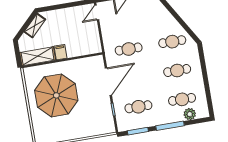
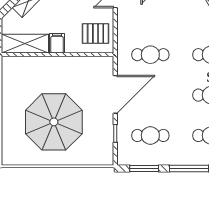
pallet: (87, 41) -> (95, 34), added
parasol: (56, 95) -> (54, 122), moved

